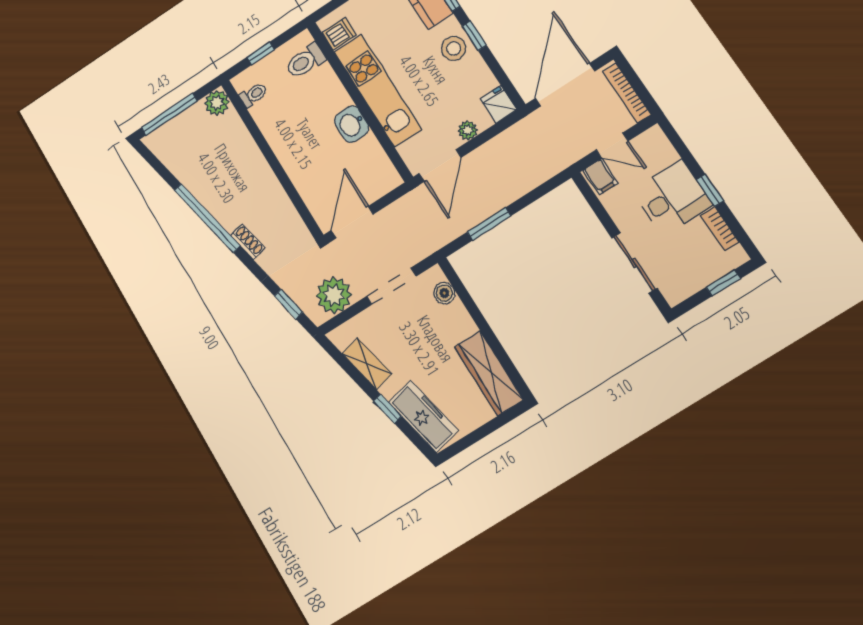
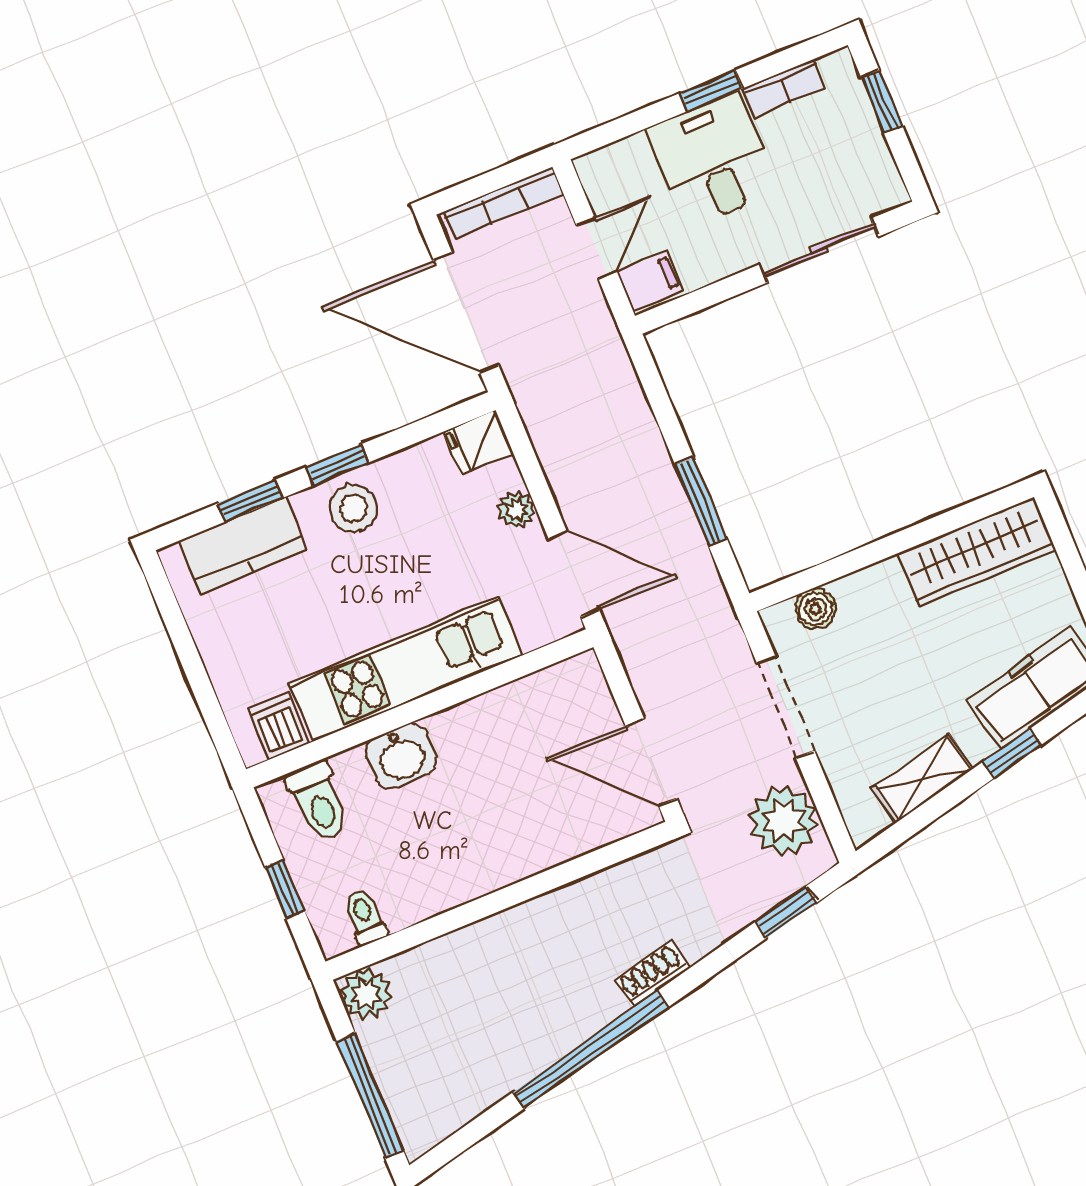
washbasin: (352, 124) -> (401, 756), moved

